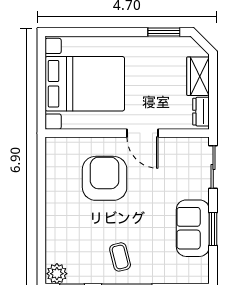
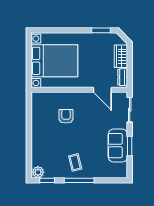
door: (142, 133) -> (102, 90), moved
armchair: (105, 178) -> (66, 116), width x0.53, depth x0.53

